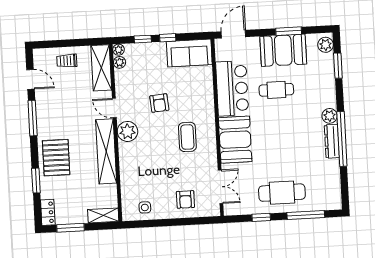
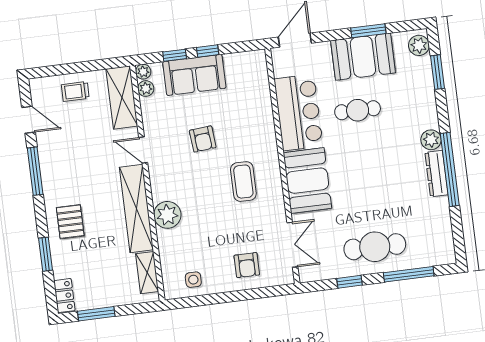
sofa: (189, 53) -> (194, 75), moved
plant: (127, 131) -> (167, 215), moved
pallet: (56, 158) -> (70, 222), width x0.67, depth x0.71
shelving: (103, 215) -> (147, 273), moved, turned 90

